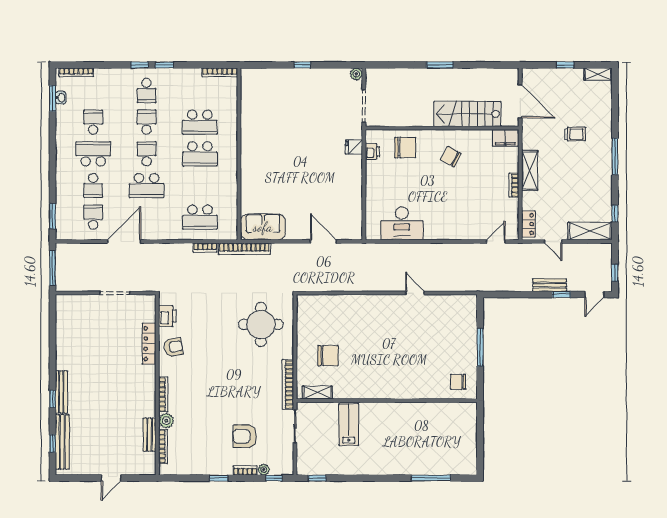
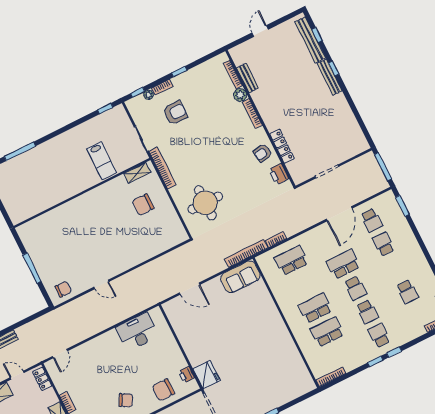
fridge: (354, 147) -> (207, 375), width x1.88, depth x1.34
school desk: (93, 154) -> (395, 268), removed
chair: (458, 382) -> (63, 289), moved

